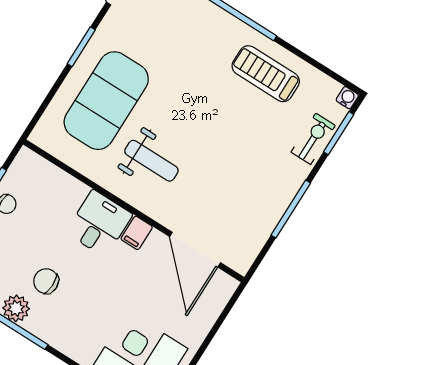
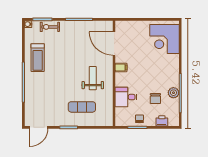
exercise mat: (106, 101) -> (82, 107), width x0.50, depth x0.69
desk: (99, 223) -> (126, 97), moved
door: (195, 250) -> (114, 44), swing flipped
chair: (46, 281) -> (155, 99), moved

